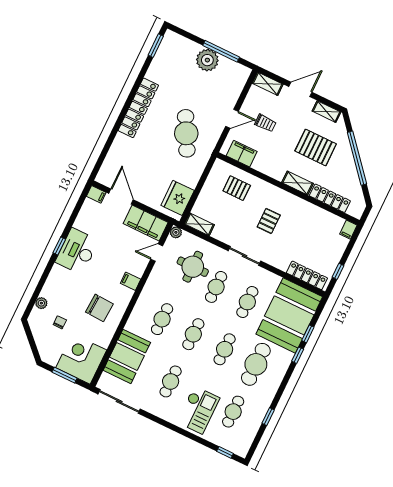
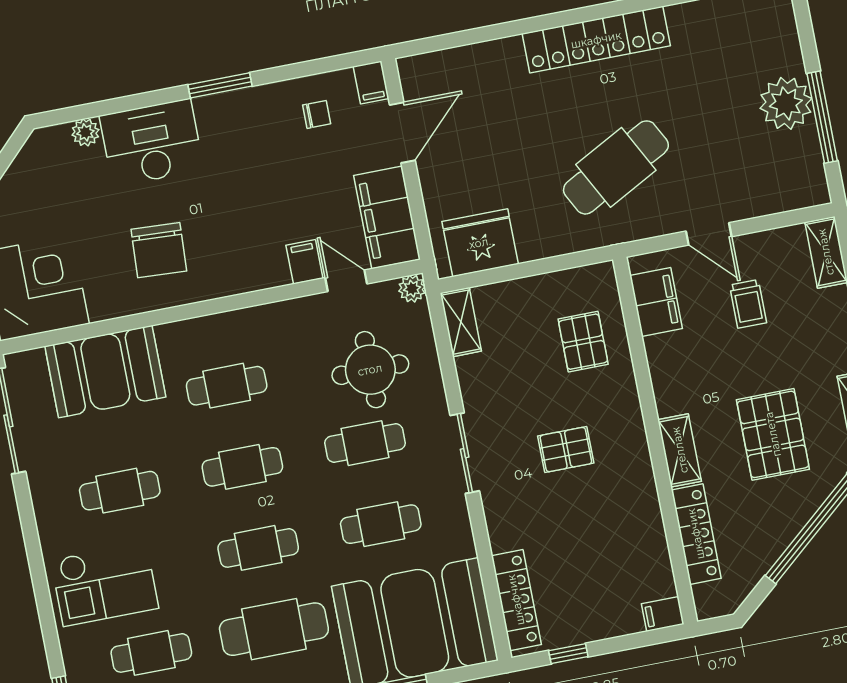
window: (59, 246) -> (220, 85), width x1.50
desk: (77, 251) -> (152, 143), moved
filing cabinet: (131, 281) -> (304, 262), moved
chair: (60, 322) -> (317, 114), moved

